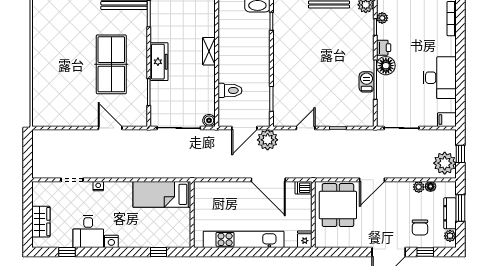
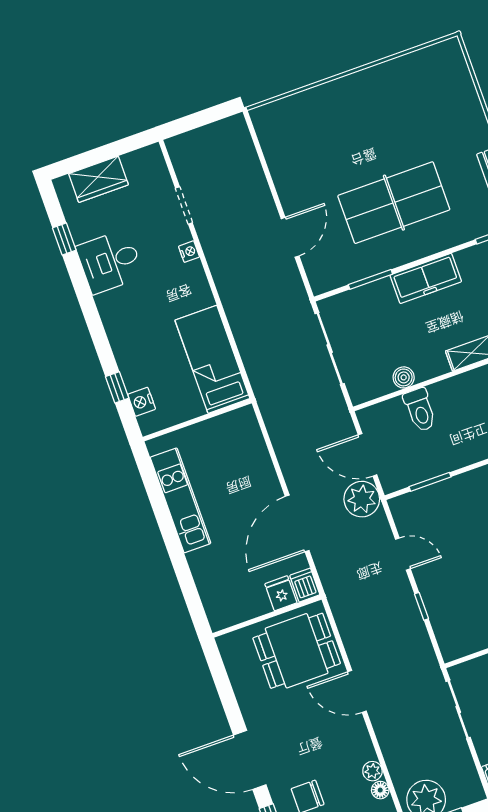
boiler: (209, 120) -> (404, 377), moved
kitchen unit: (244, 239) -> (180, 500), width x0.73
fridge: (305, 239) -> (281, 593), moved, turned -90
nightstand: (111, 241) -> (142, 402), moved

